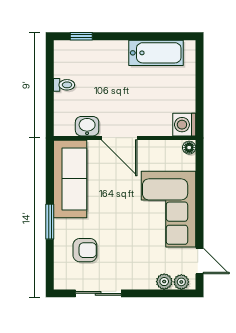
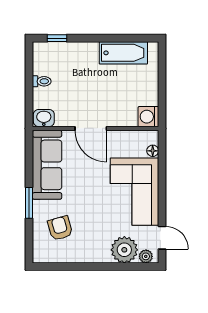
washbasin: (87, 126) -> (44, 118), moved
floor lamp: (189, 148) -> (153, 151), moved
armchair: (85, 250) -> (60, 228), turned -106
plant: (164, 282) -> (124, 250), width x1.88, depth x1.88
sliding door: (98, 293) -> (72, 267), removed

